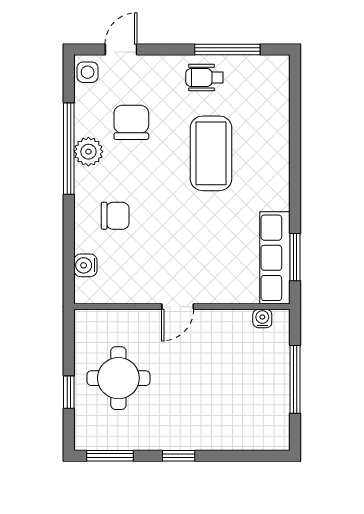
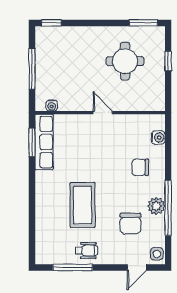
door: (178, 307) -> (103, 113), hinge flipped
round table: (118, 378) -> (125, 61), moved
window: (179, 456) -> (51, 23), moved

